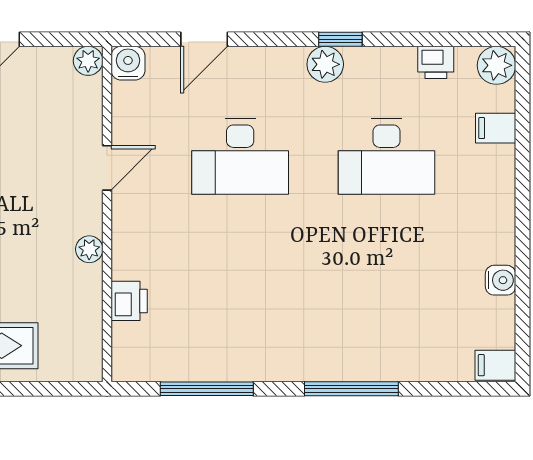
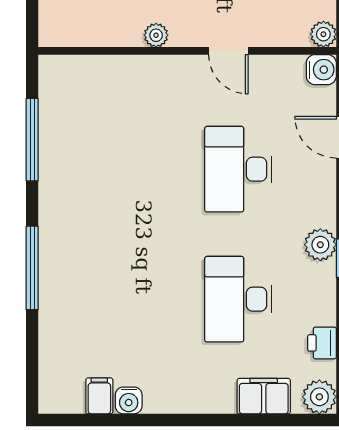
filing cabinet: (496, 128) -> (264, 396), width x2.00
printer: (129, 301) -> (110, 71), removed
filing cabinet: (495, 365) -> (99, 396), moved

